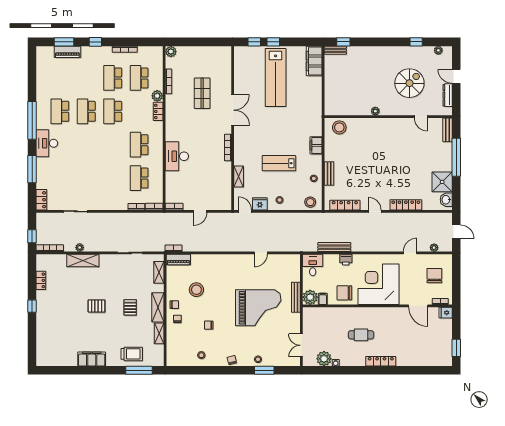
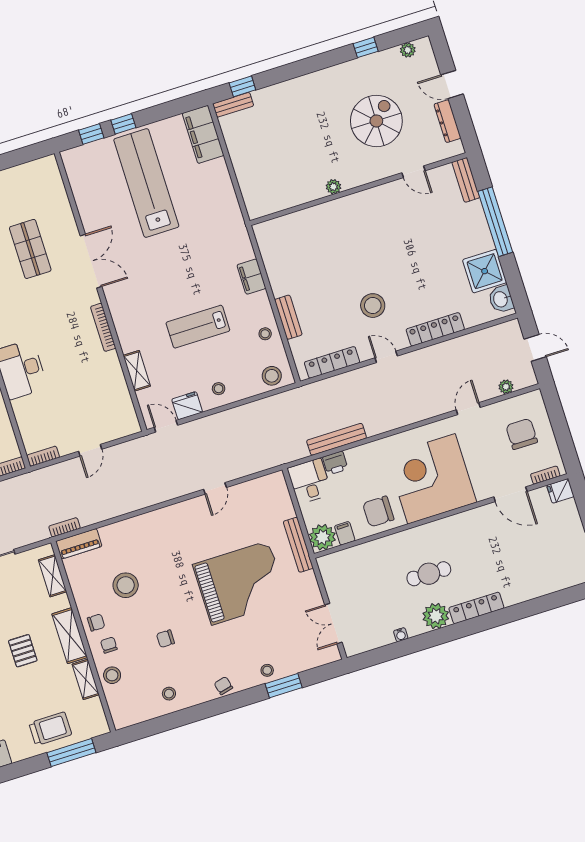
lab bench: (276, 77) -> (146, 183), turned 180
stool: (339, 127) -> (373, 306), moved
printer: (346, 260) -> (335, 463), moved
stool: (174, 336) -> (112, 675), added
plant: (324, 359) -> (436, 616), moved

